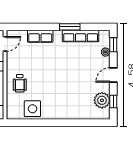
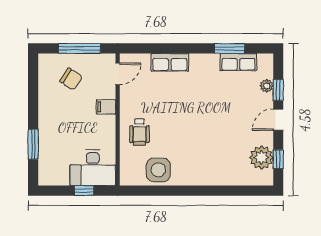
window: (70, 27) -> (230, 48), moved
row of seats: (81, 36) -> (238, 62), width x0.68
window: (113, 45) -> (278, 90), moved

